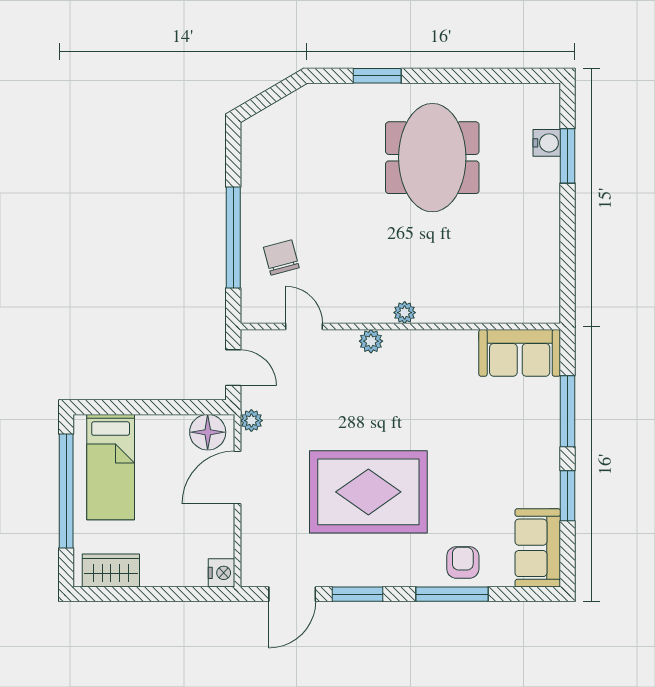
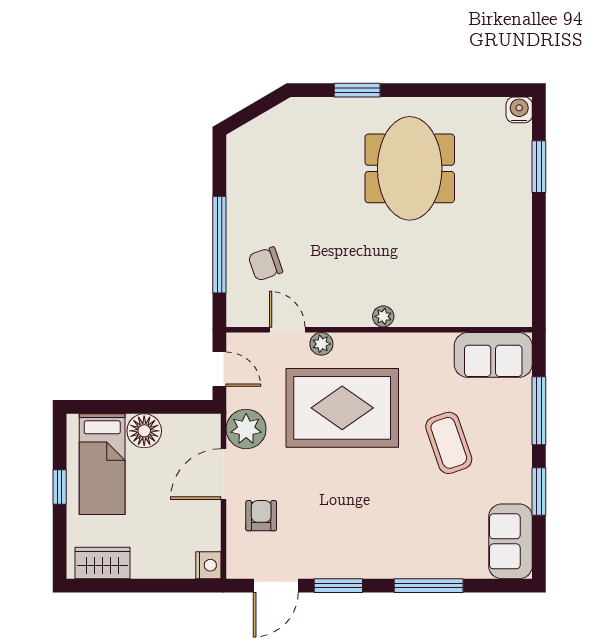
water cooler: (547, 143) -> (519, 110), moved, turned -90
chair: (281, 257) -> (265, 264), turned -94
plant: (371, 341) -> (321, 344), moved
plant: (251, 421) -> (246, 429), width x1.88, depth x1.88
floor lamp: (208, 432) -> (144, 431), moved
coffee table: (473, 445) -> (449, 443), added
window: (66, 491) -> (60, 487), width x0.32
rug: (368, 492) -> (342, 408), moved
armchair: (463, 562) -> (261, 516), moved

